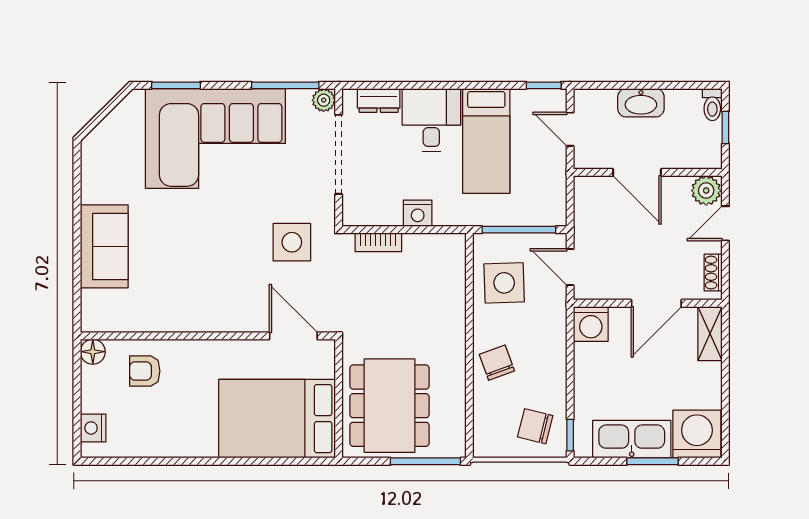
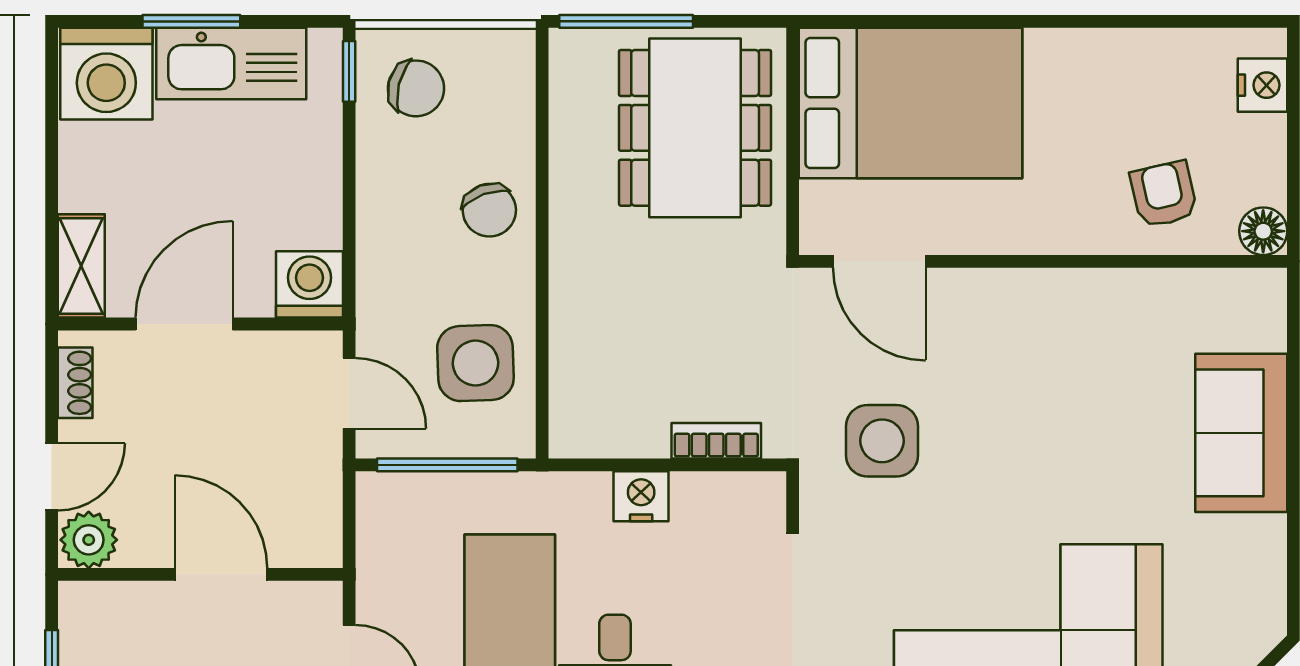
armchair: (145, 371) -> (1164, 194), turned -103

